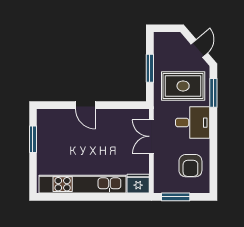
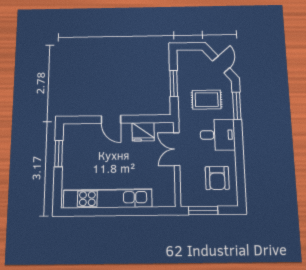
rug: (183, 86) -> (207, 100), width x0.73, depth x0.70
fridge: (138, 184) -> (143, 132), moved, turned 180

